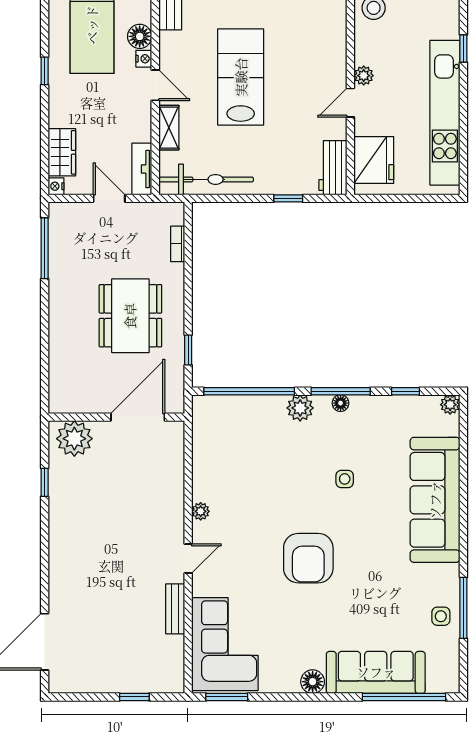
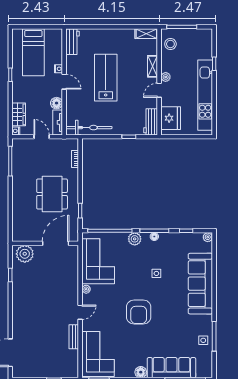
floor lamp: (140, 36) -> (57, 103), moved
shelving: (169, 128) -> (153, 66), moved
corner sofa: (225, 454) -> (98, 261), added

